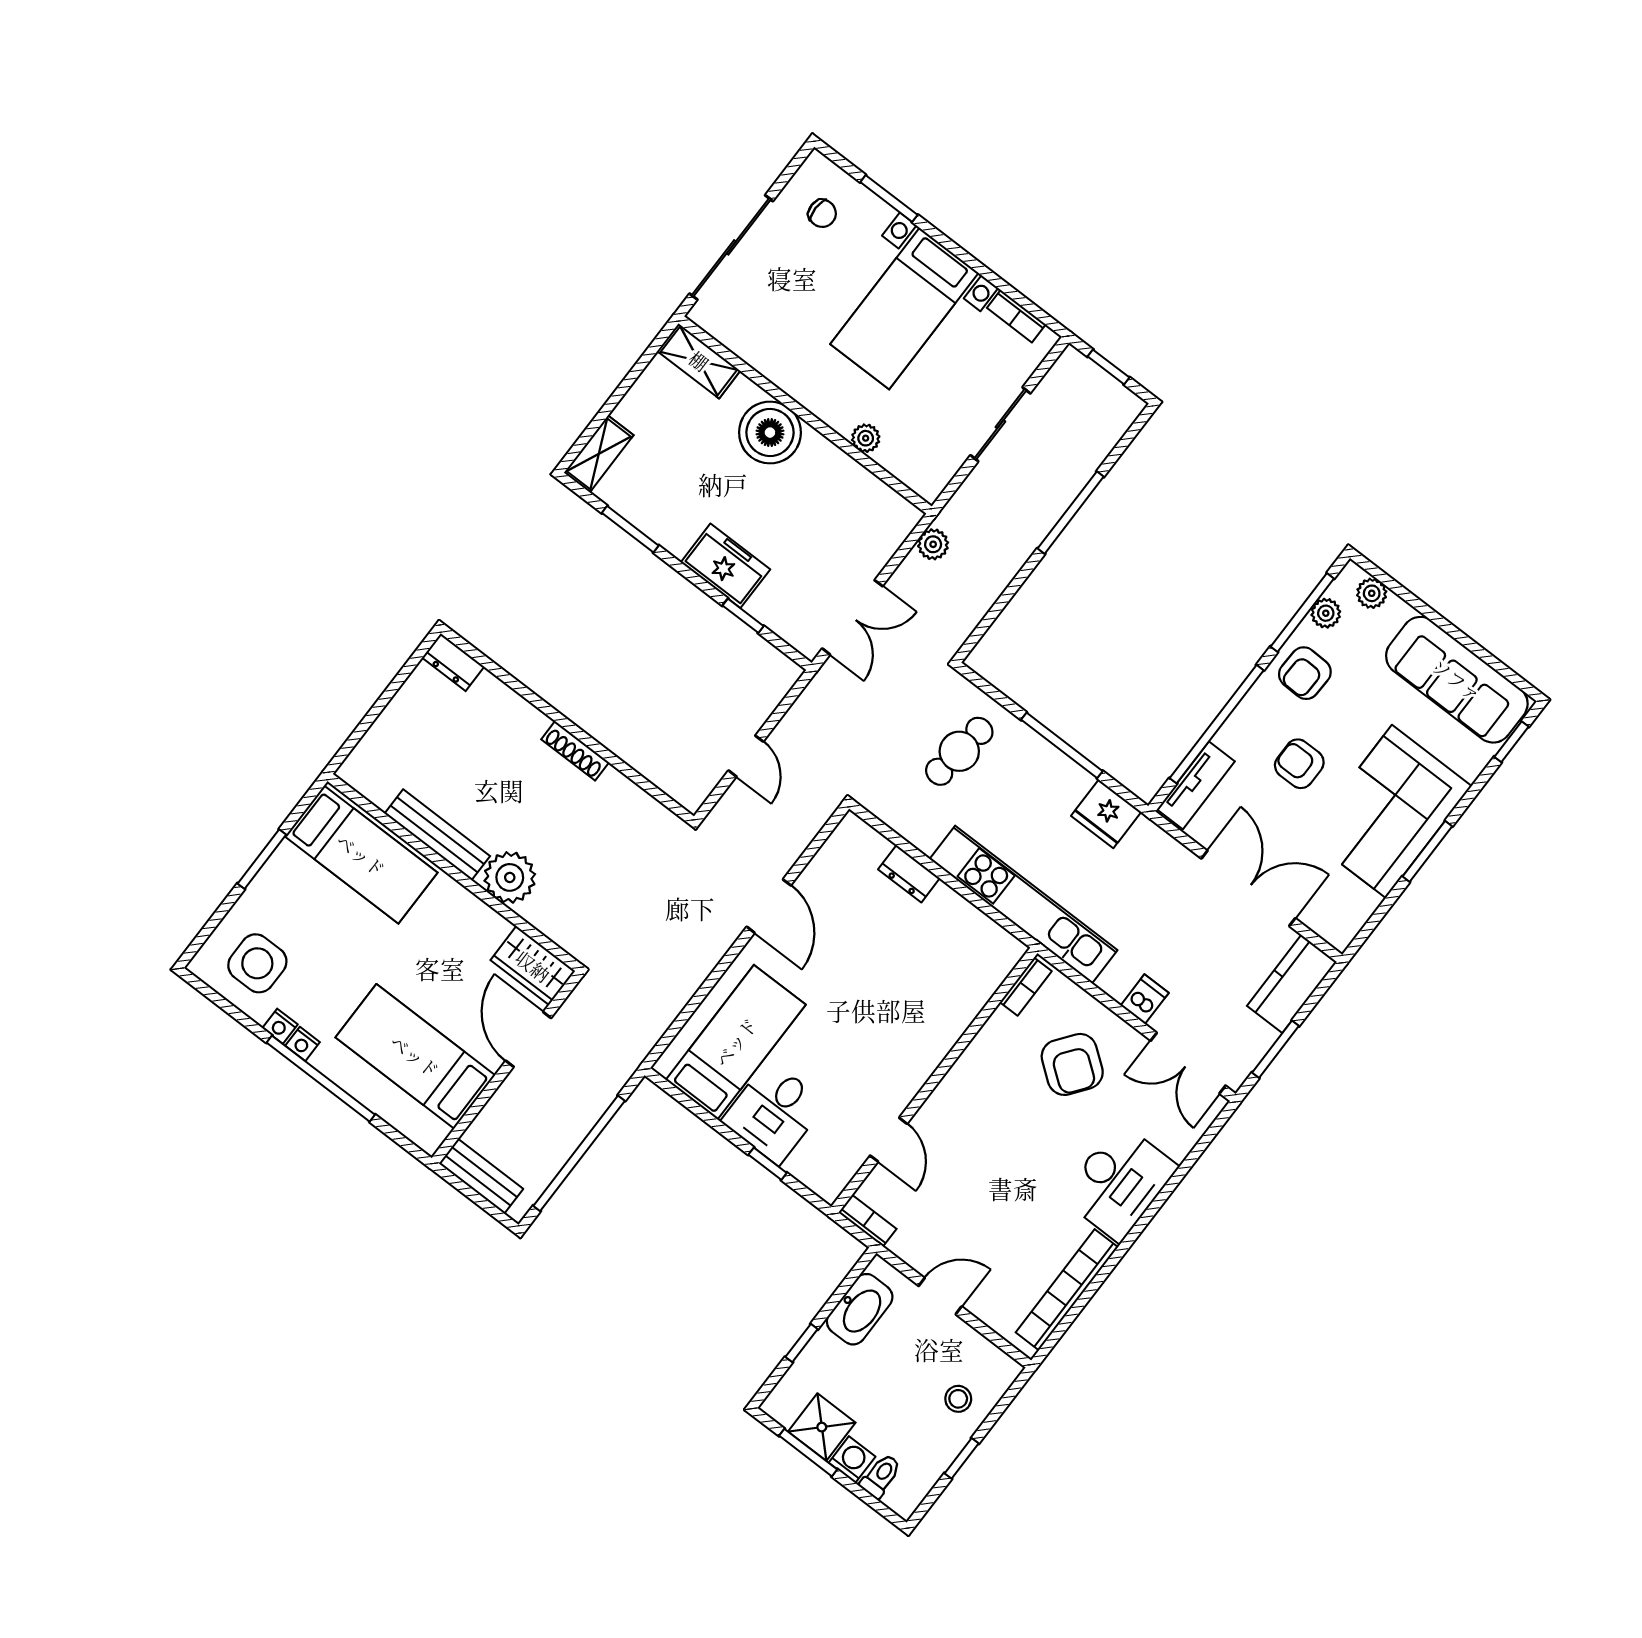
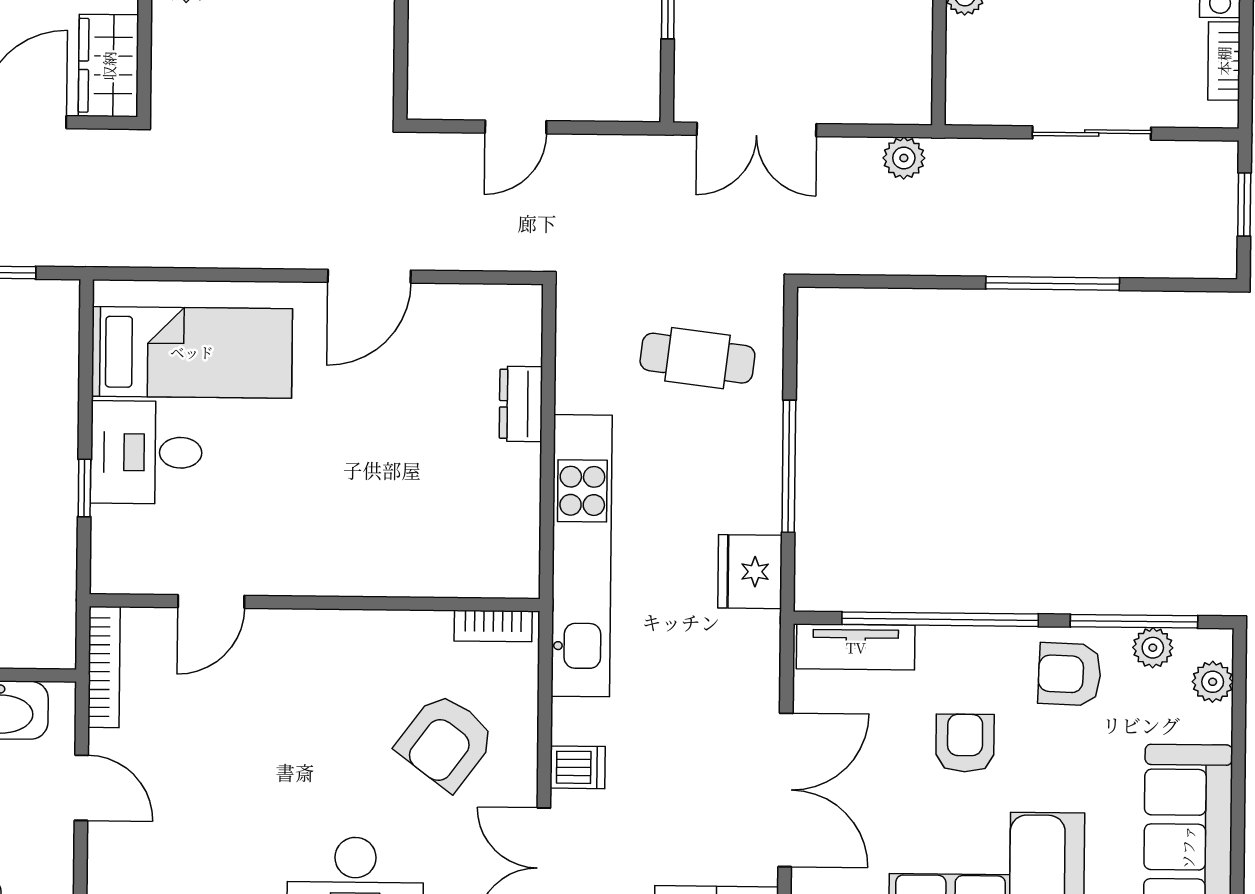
bookcase: (867, 1221) -> (104, 667), width x1.56

